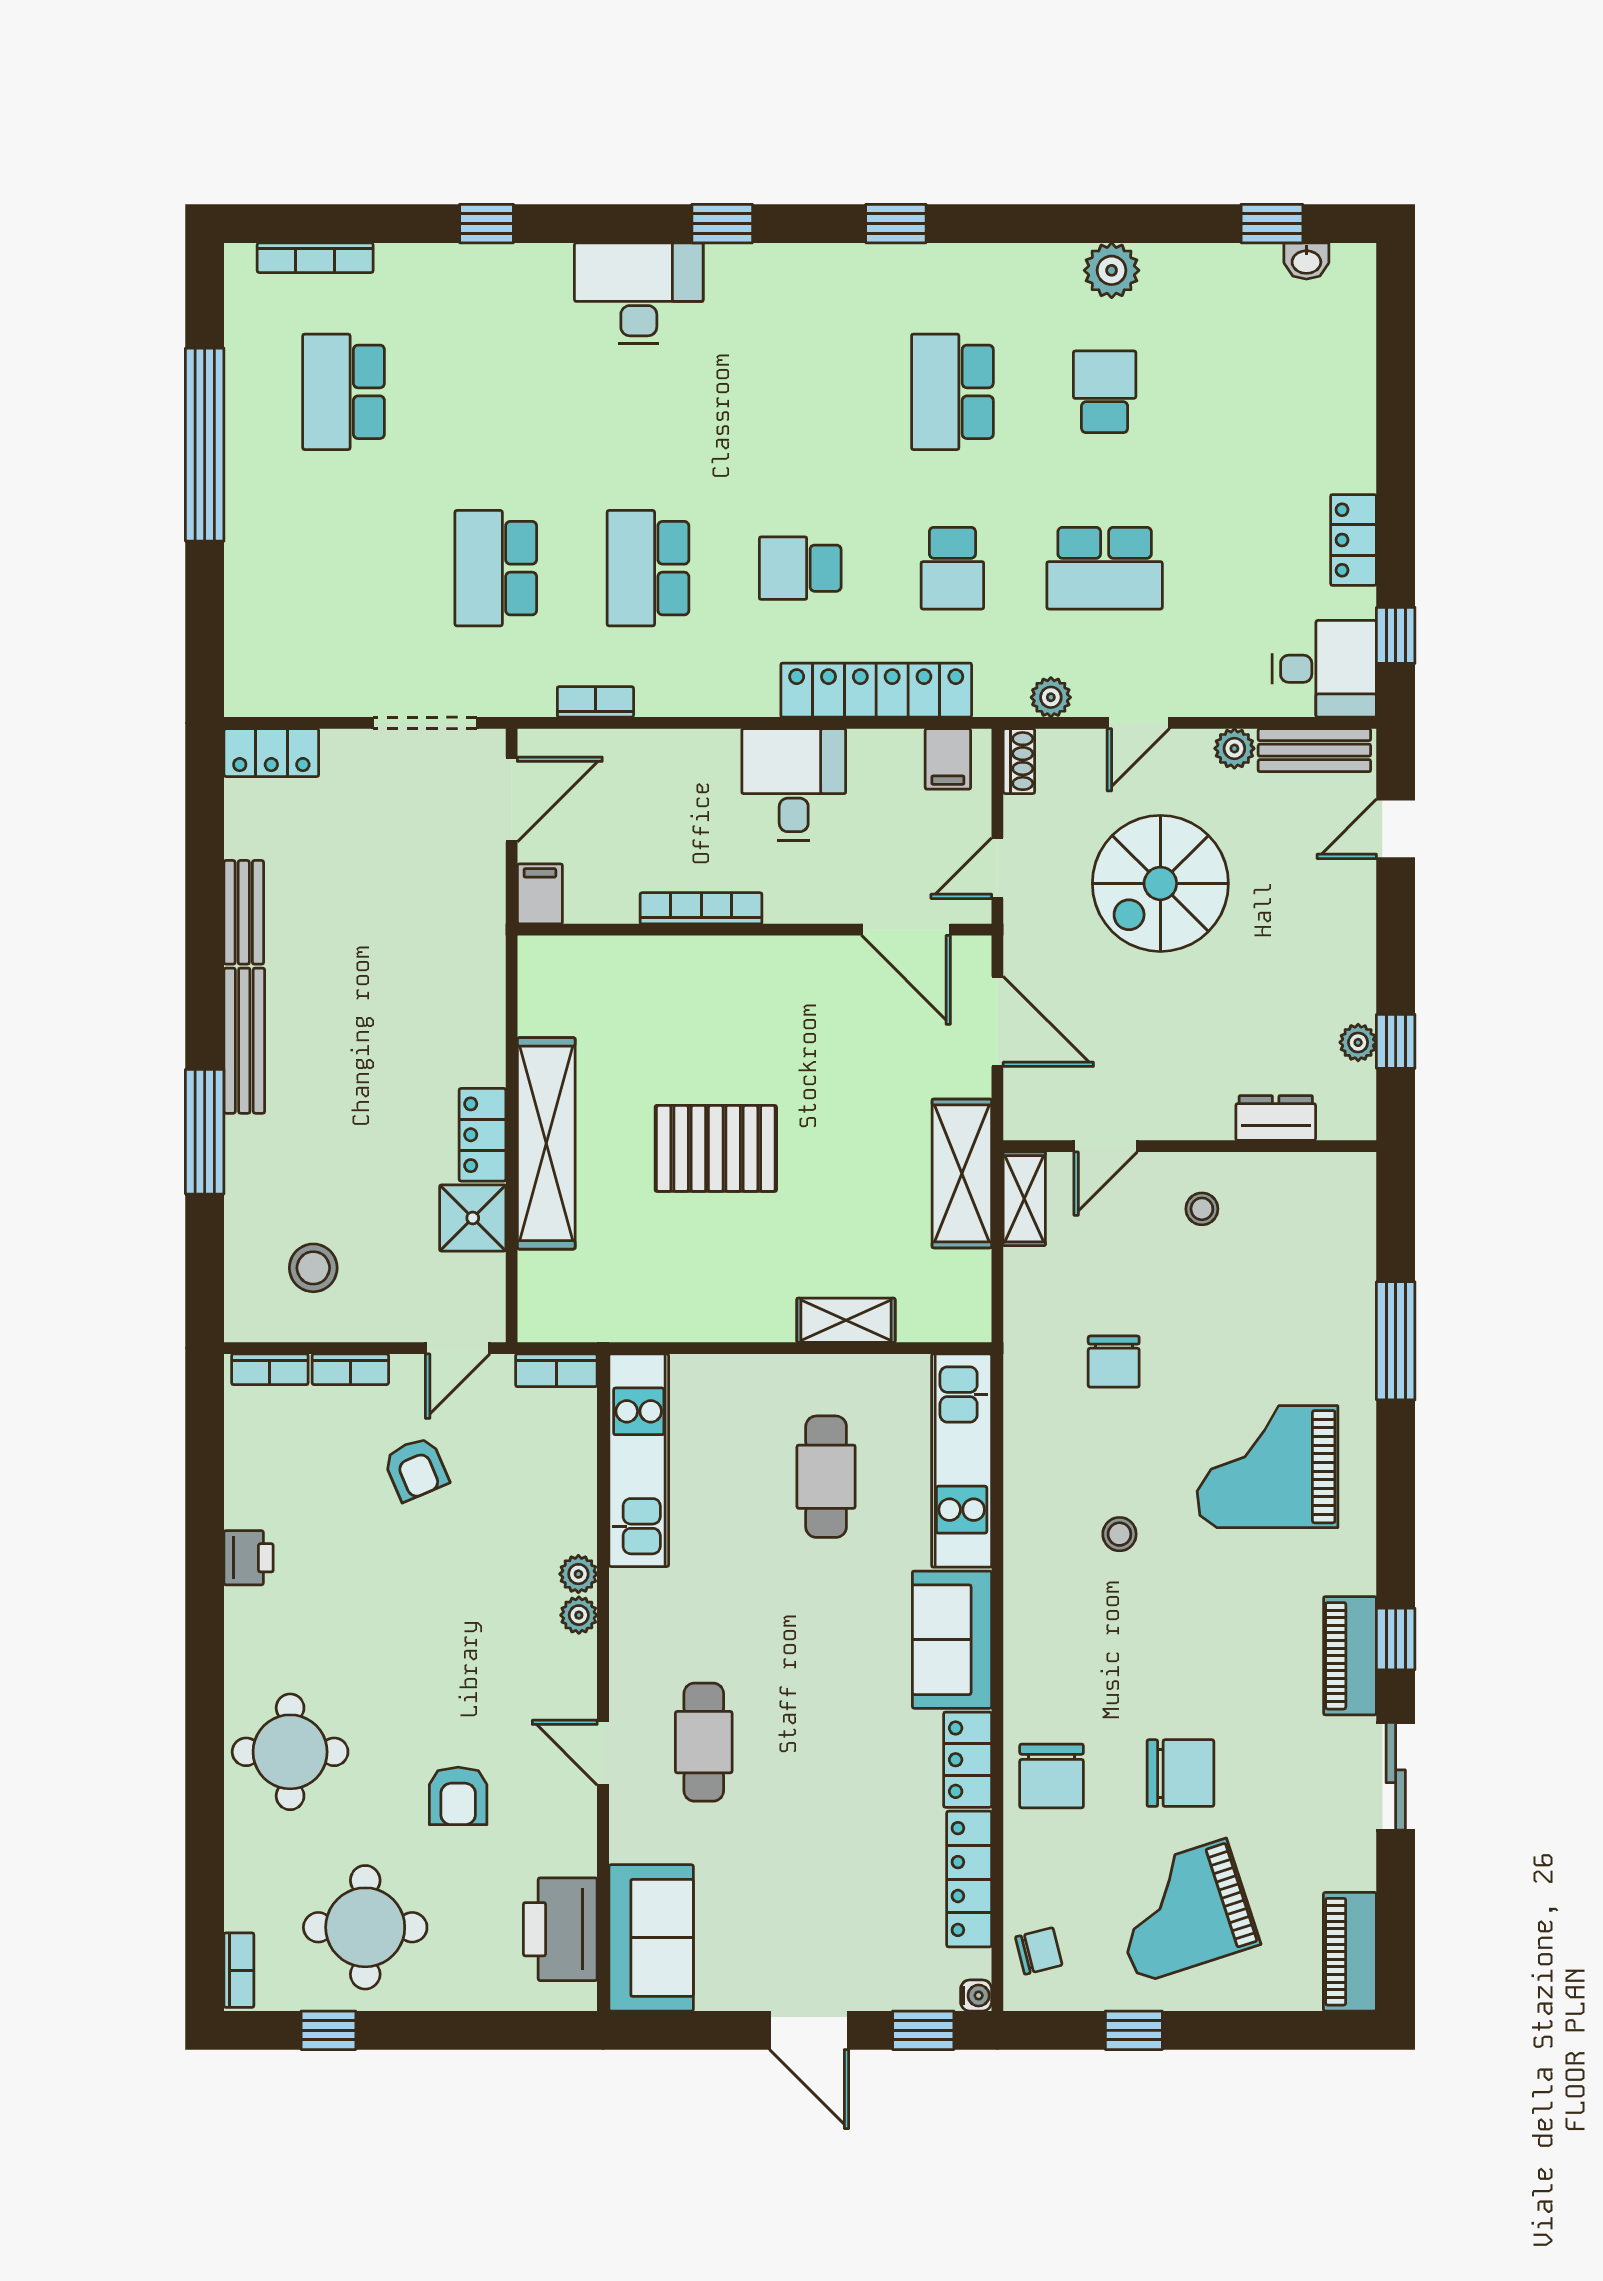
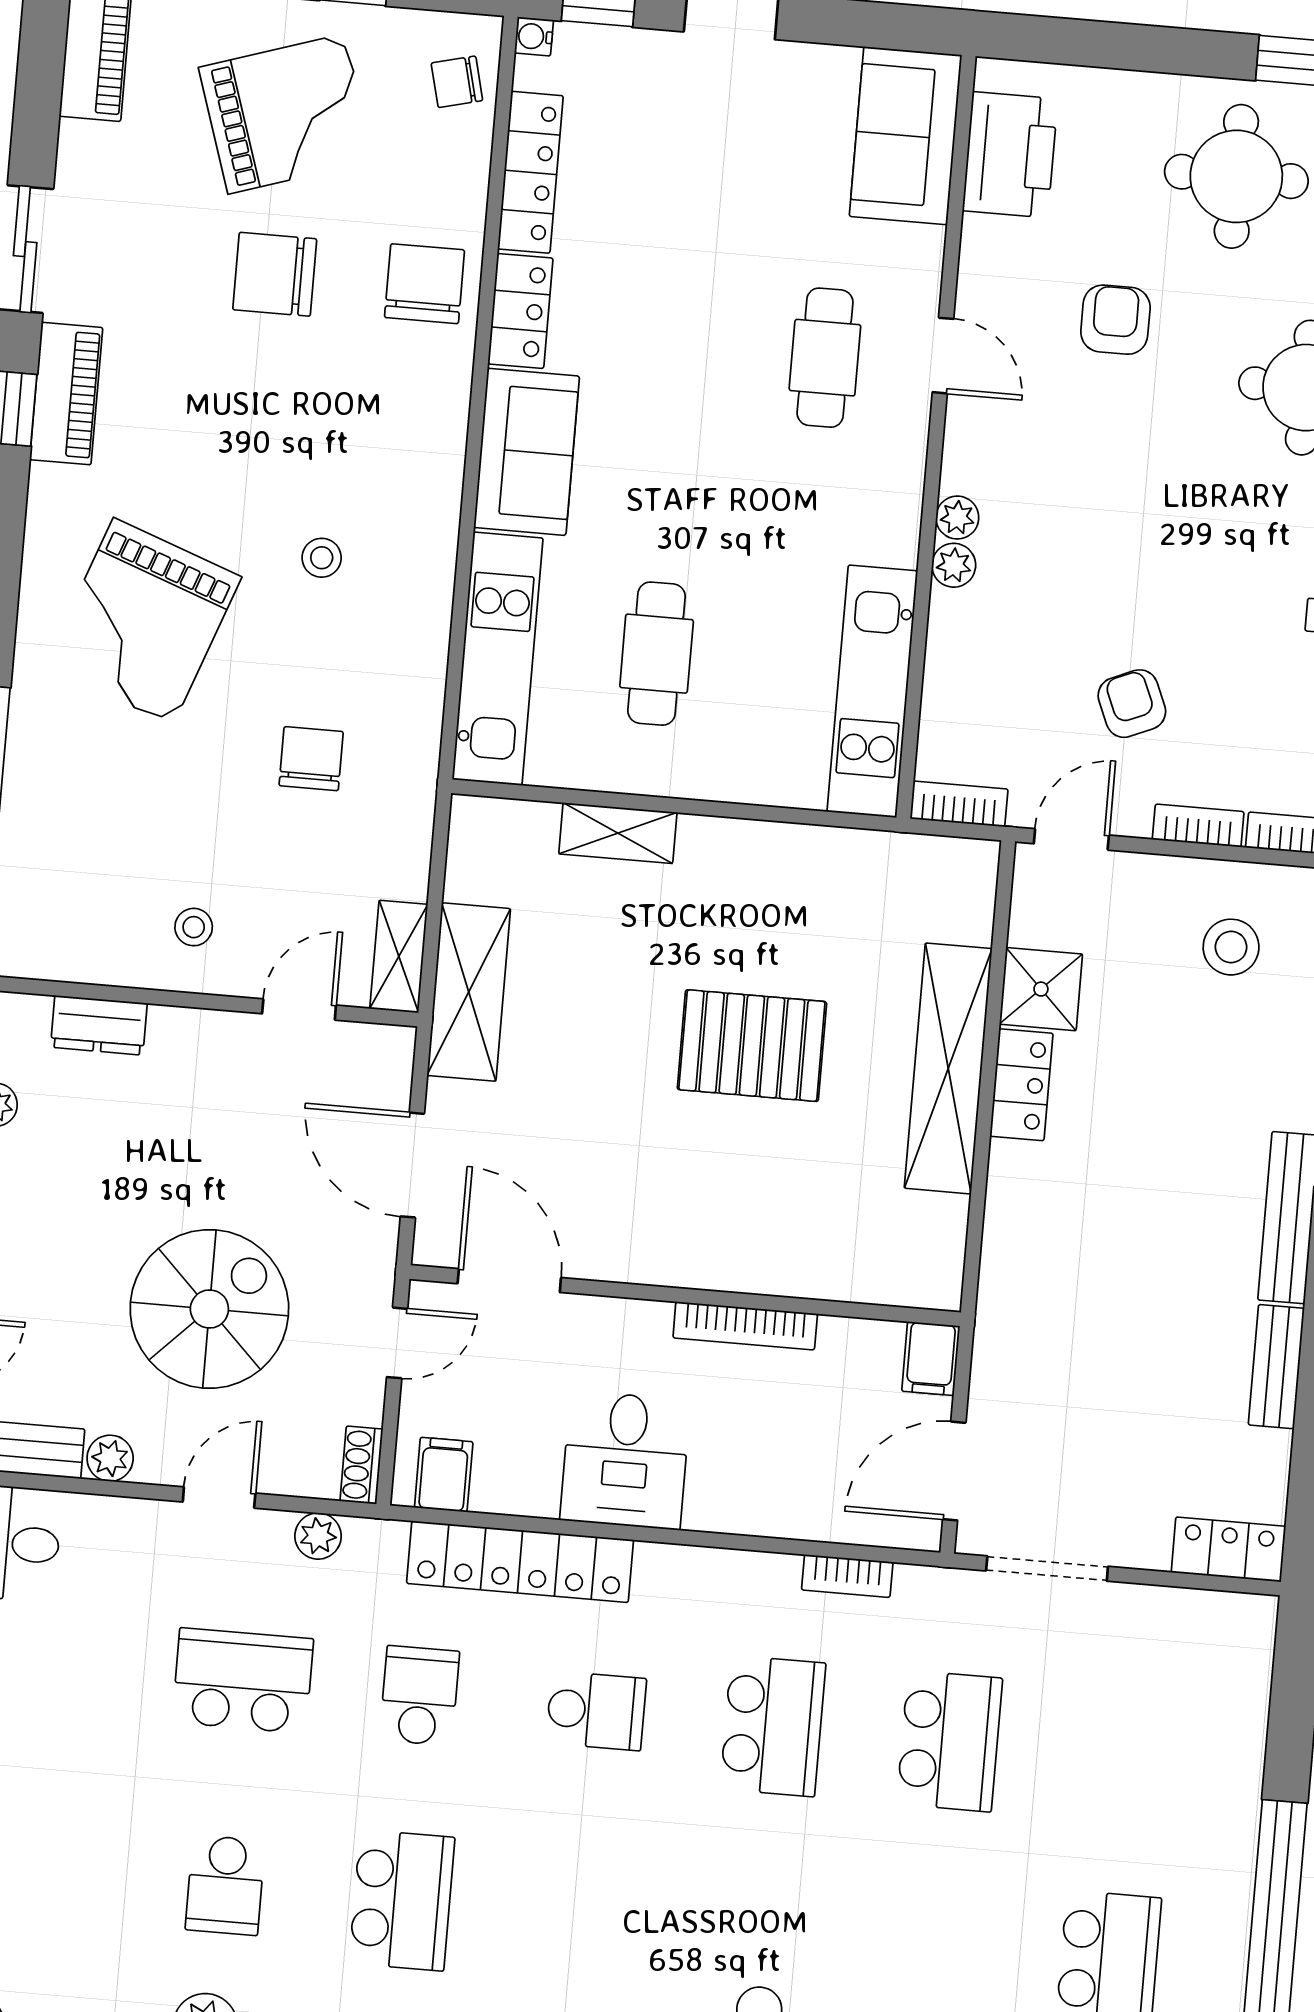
grand piano: (1267, 1467) -> (143, 621), turned 110

